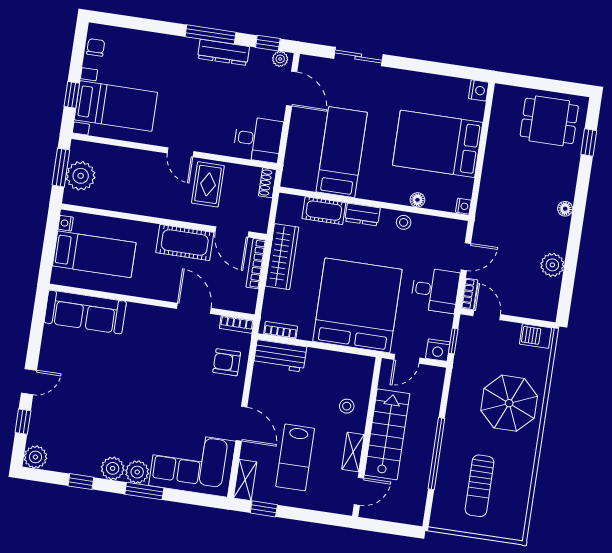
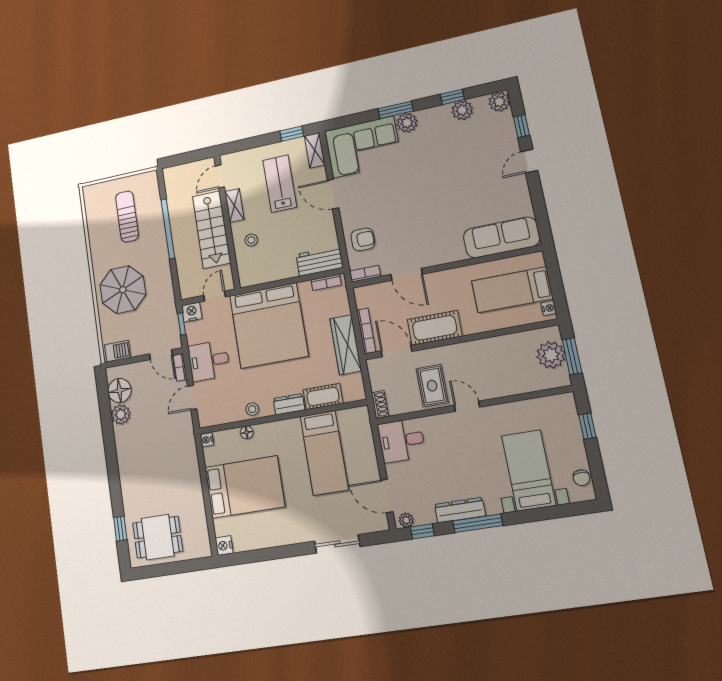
bed with nightstands: (116, 106) -> (529, 470), moved, turned 90
floor lamp: (565, 209) -> (119, 390), moved, width x1.89, depth x1.89
plant: (113, 468) -> (462, 110), moved

